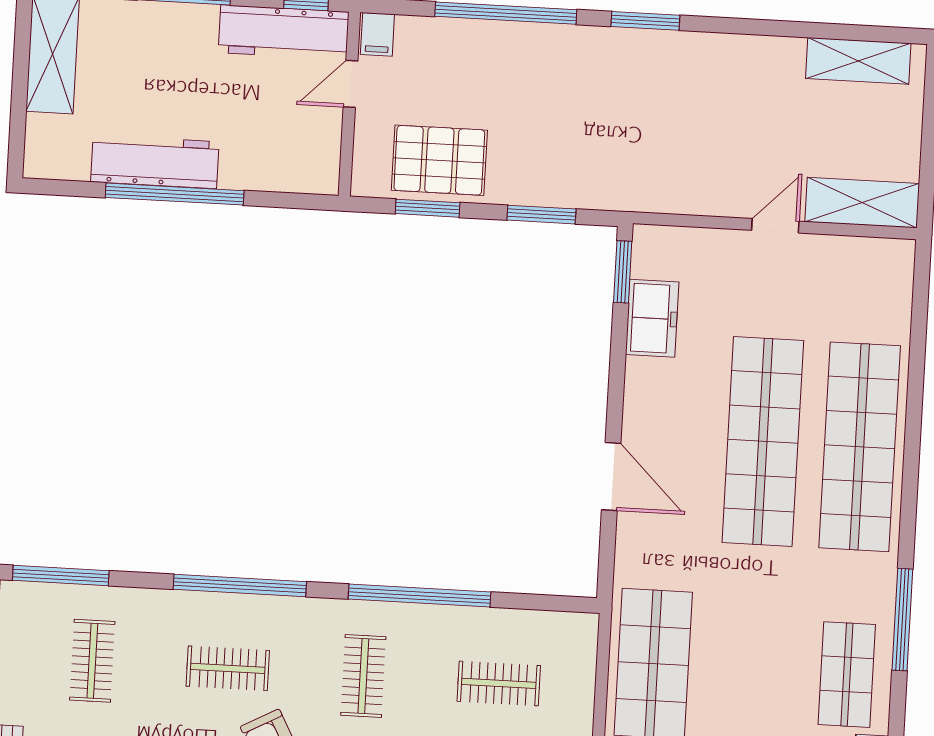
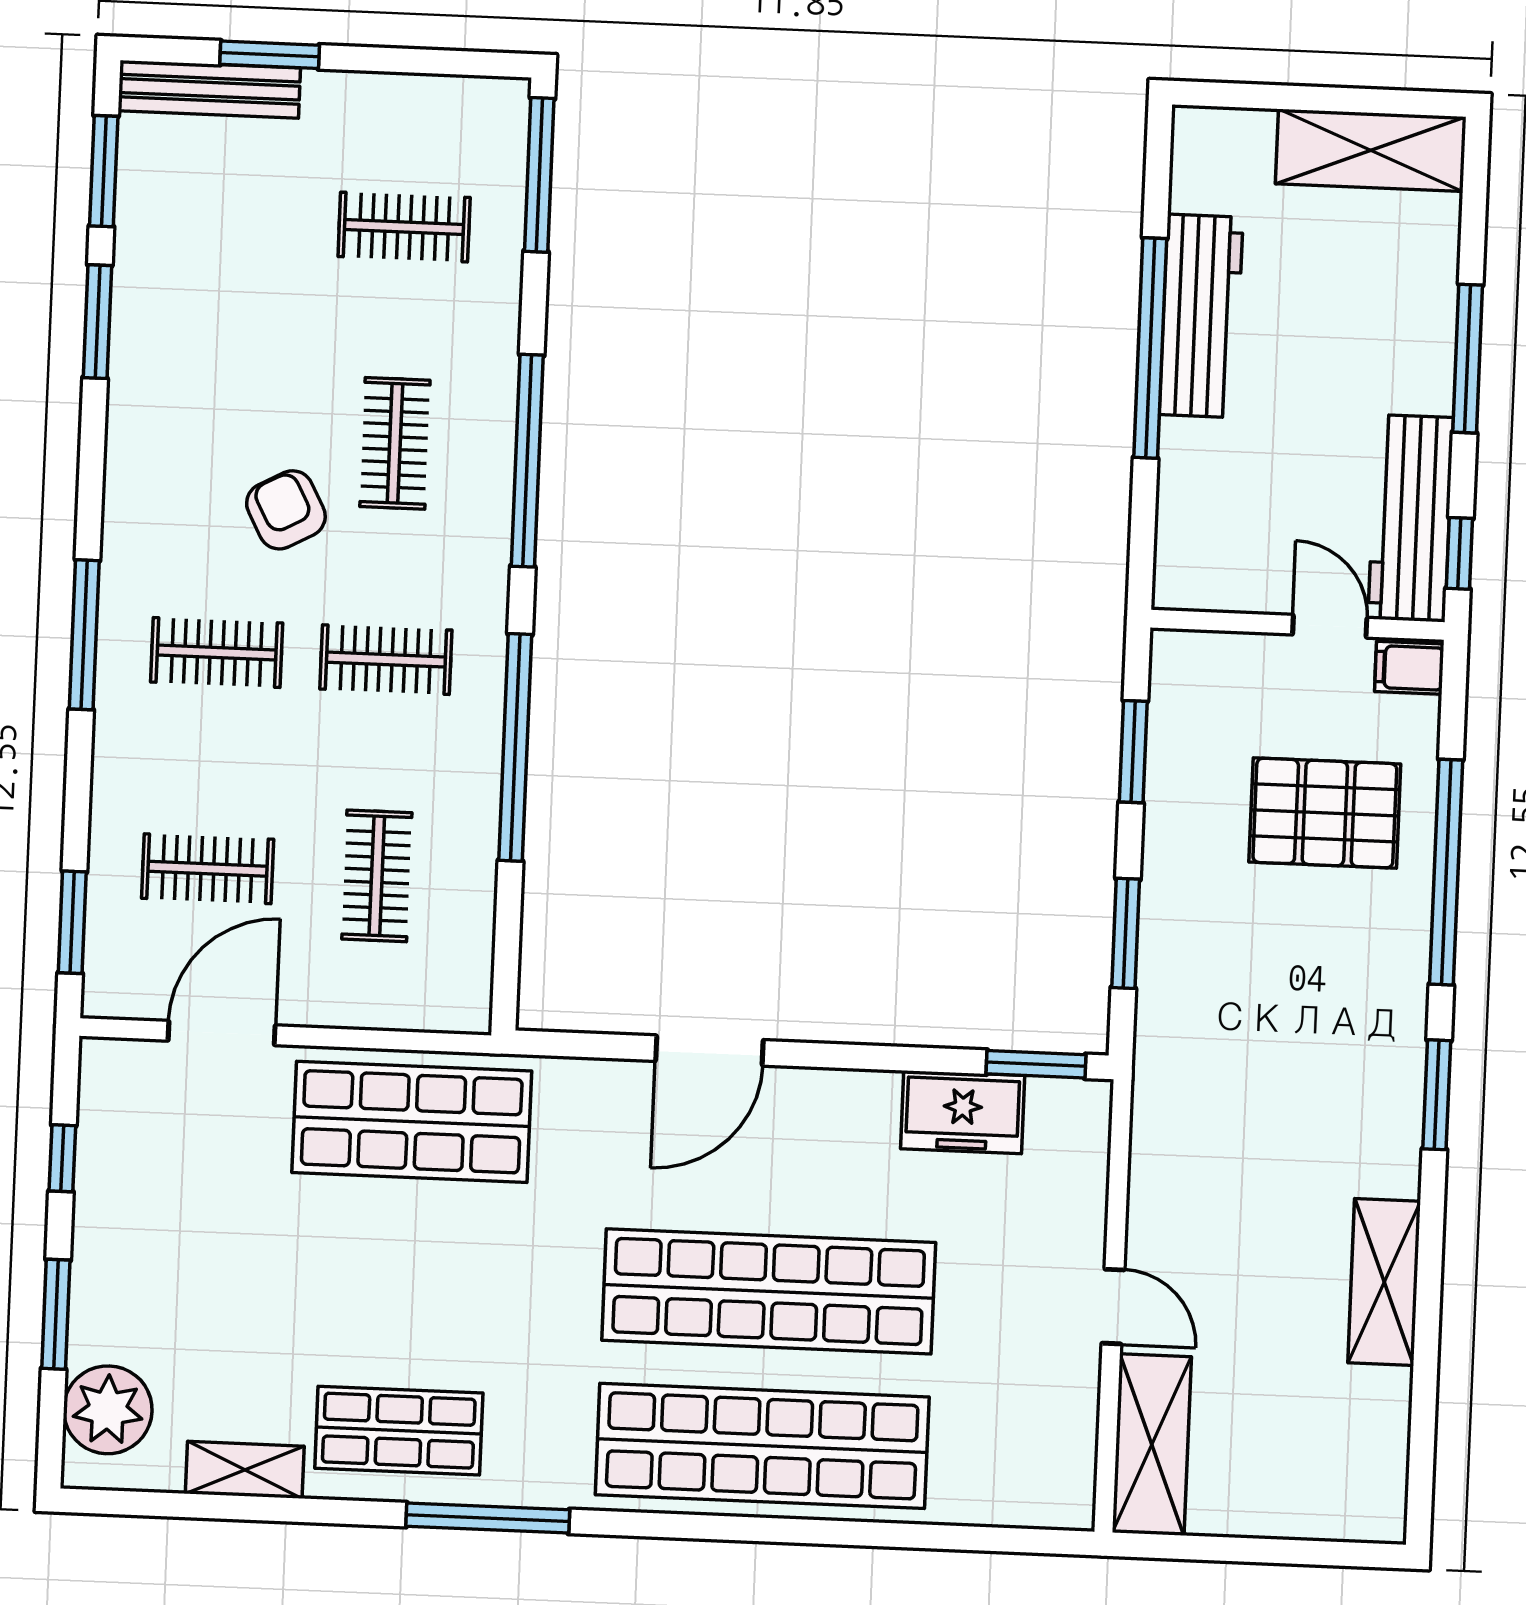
shelving: (858, 61) -> (1384, 1282), moved
pallet: (439, 160) -> (1325, 813), moved, turned 90

